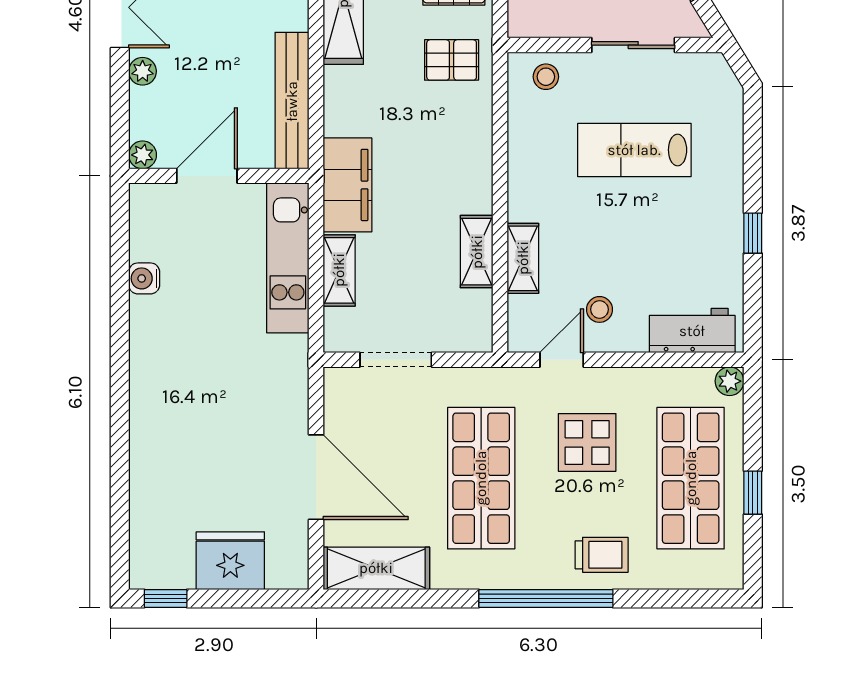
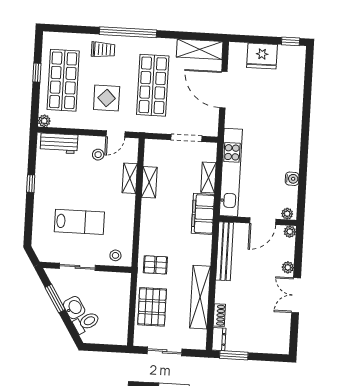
plant: (151, 196) -> (287, 214), added
kitchen unit: (288, 258) -> (231, 172), width x1.36
trolley: (602, 555) -> (103, 50), turned 180

